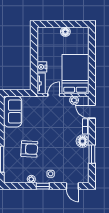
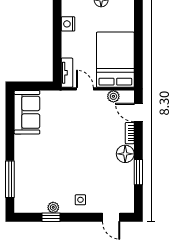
nightstand: (42, 67) -> (68, 24), moved
door: (54, 95) -> (85, 89), hinge flipped
armchair: (29, 149) -> (50, 165), removed
window: (43, 186) -> (51, 217), moved

